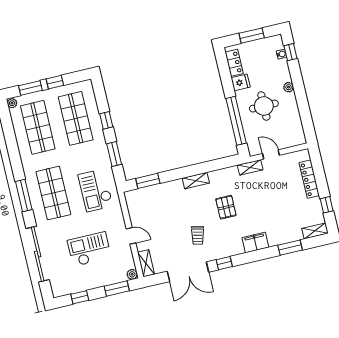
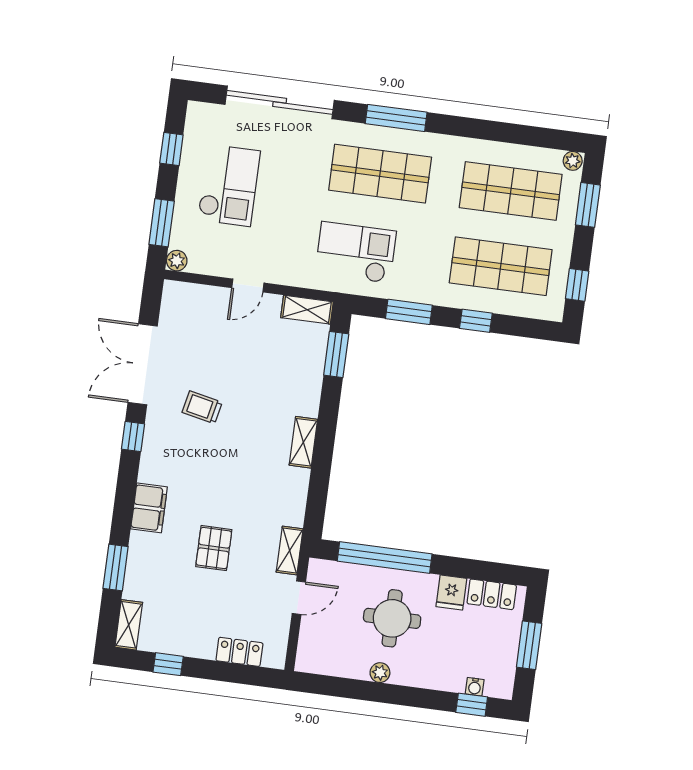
window: (55, 82) -> (577, 285), moved
plant: (289, 87) -> (380, 673), moved
locker: (309, 179) -> (239, 652), width x0.66
pallet: (226, 207) -> (214, 548), moved, turned 90
checkout: (89, 249) -> (229, 185), moved
shelving: (146, 263) -> (307, 310), moved

